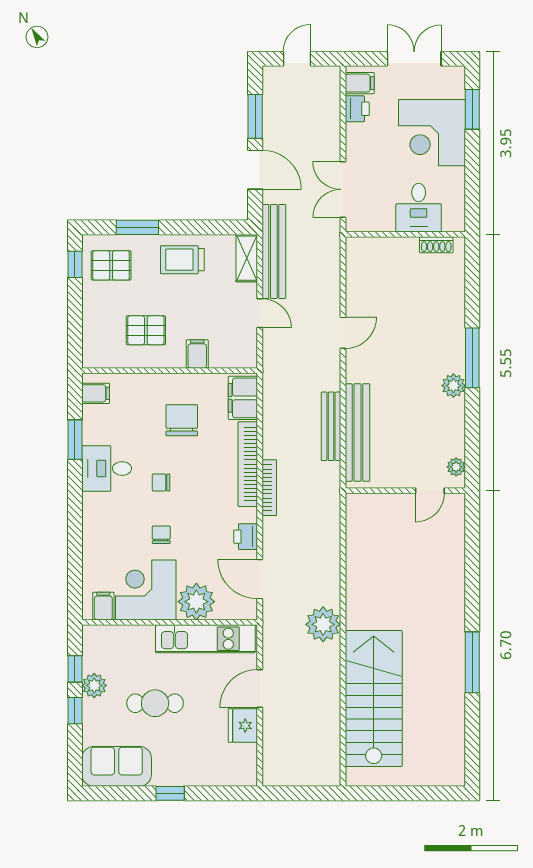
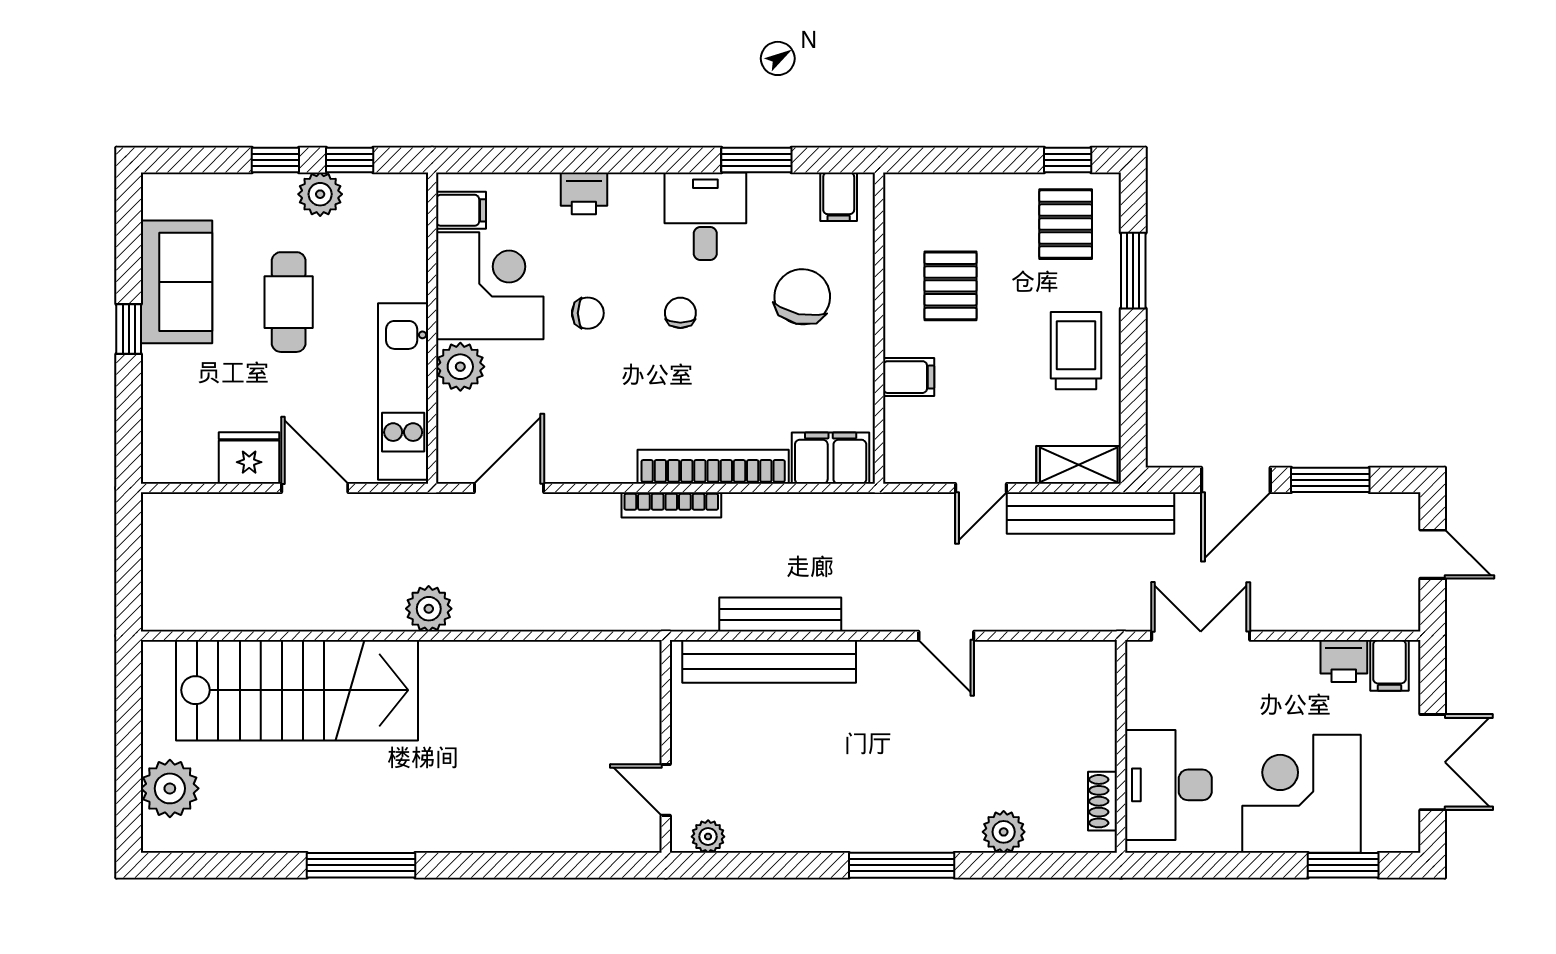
desk: (419, 208) -> (1168, 785), width x1.37
plant: (453, 386) -> (1004, 832), moved
chair: (182, 420) -> (802, 297), moved, turned -78
printer: (246, 537) -> (584, 193), moved, turned 180
plant: (196, 602) -> (460, 367), width x0.73, depth x0.73
plant: (323, 624) -> (429, 609), width x0.73, depth x0.73
sofa: (117, 766) -> (177, 282), moved
plant: (429, 770) -> (170, 788), added

